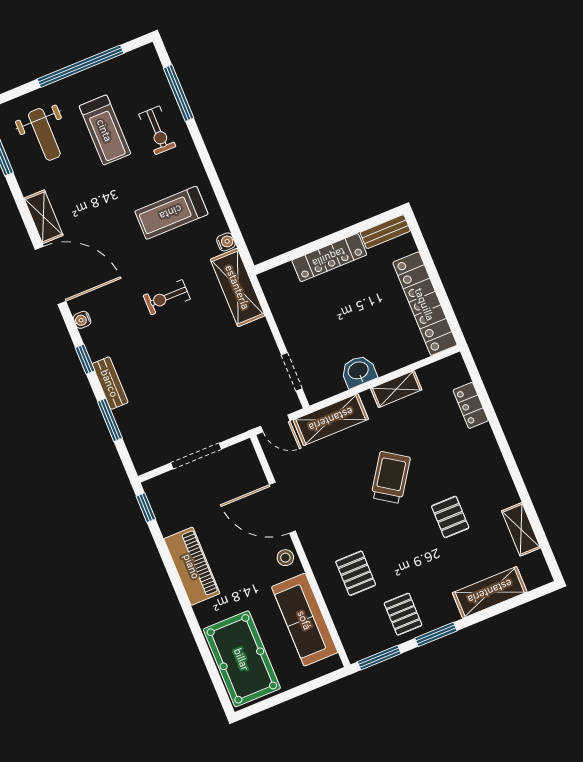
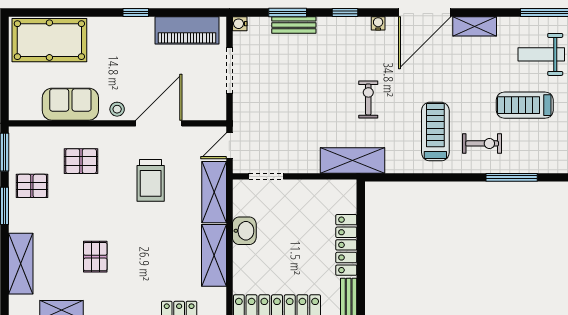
window: (179, 93) -> (512, 177), moved
exercise bike: (157, 130) -> (482, 143), moved, turned 180
water cooler: (226, 242) -> (240, 24), moved, turned 90
bench: (110, 383) -> (294, 25), moved
shelving: (396, 389) -> (214, 255), width x1.50, depth x1.33
trolley: (391, 477) -> (151, 180), moved, turned 56
window: (146, 508) -> (136, 12), moved
pallet: (450, 517) -> (95, 257), turned 90
piano: (192, 566) -> (187, 30), moved
sofa: (305, 620) -> (70, 104), width x0.73

